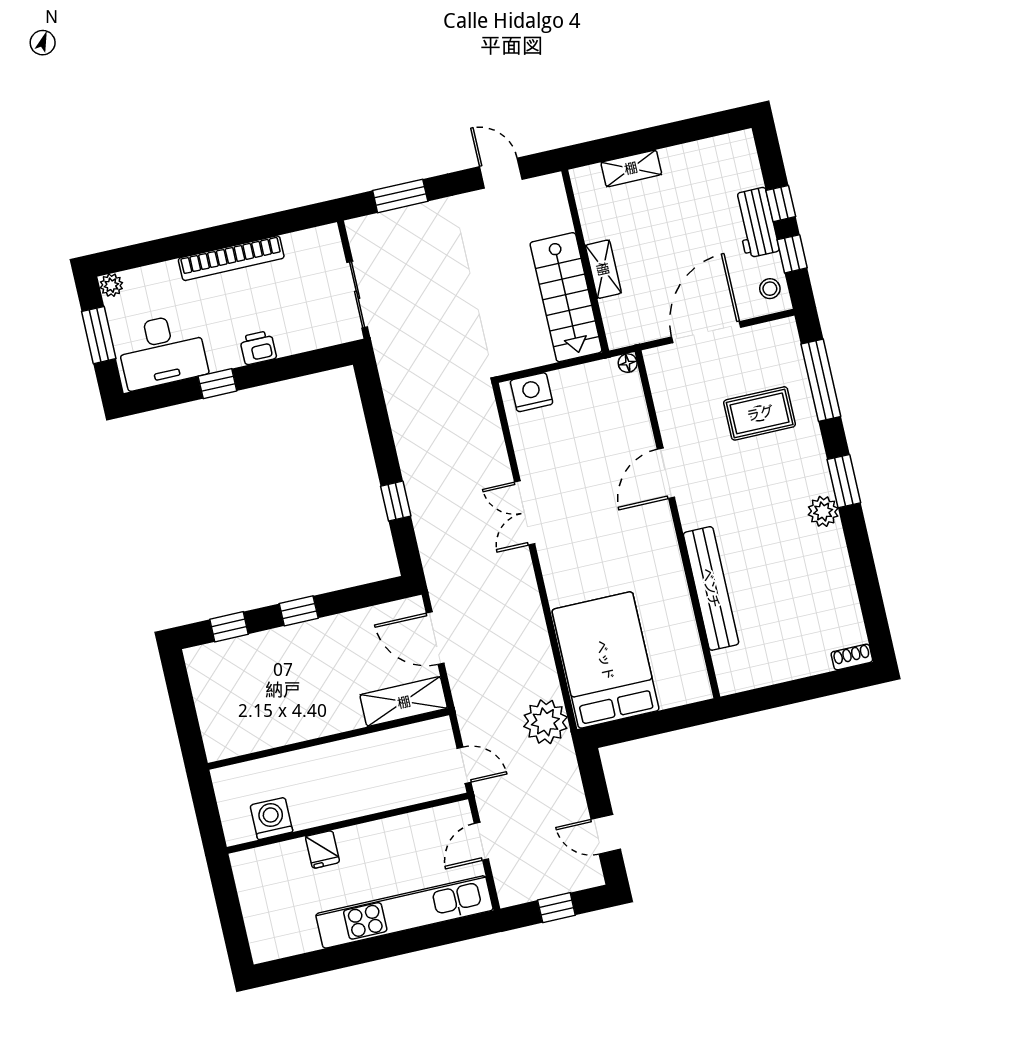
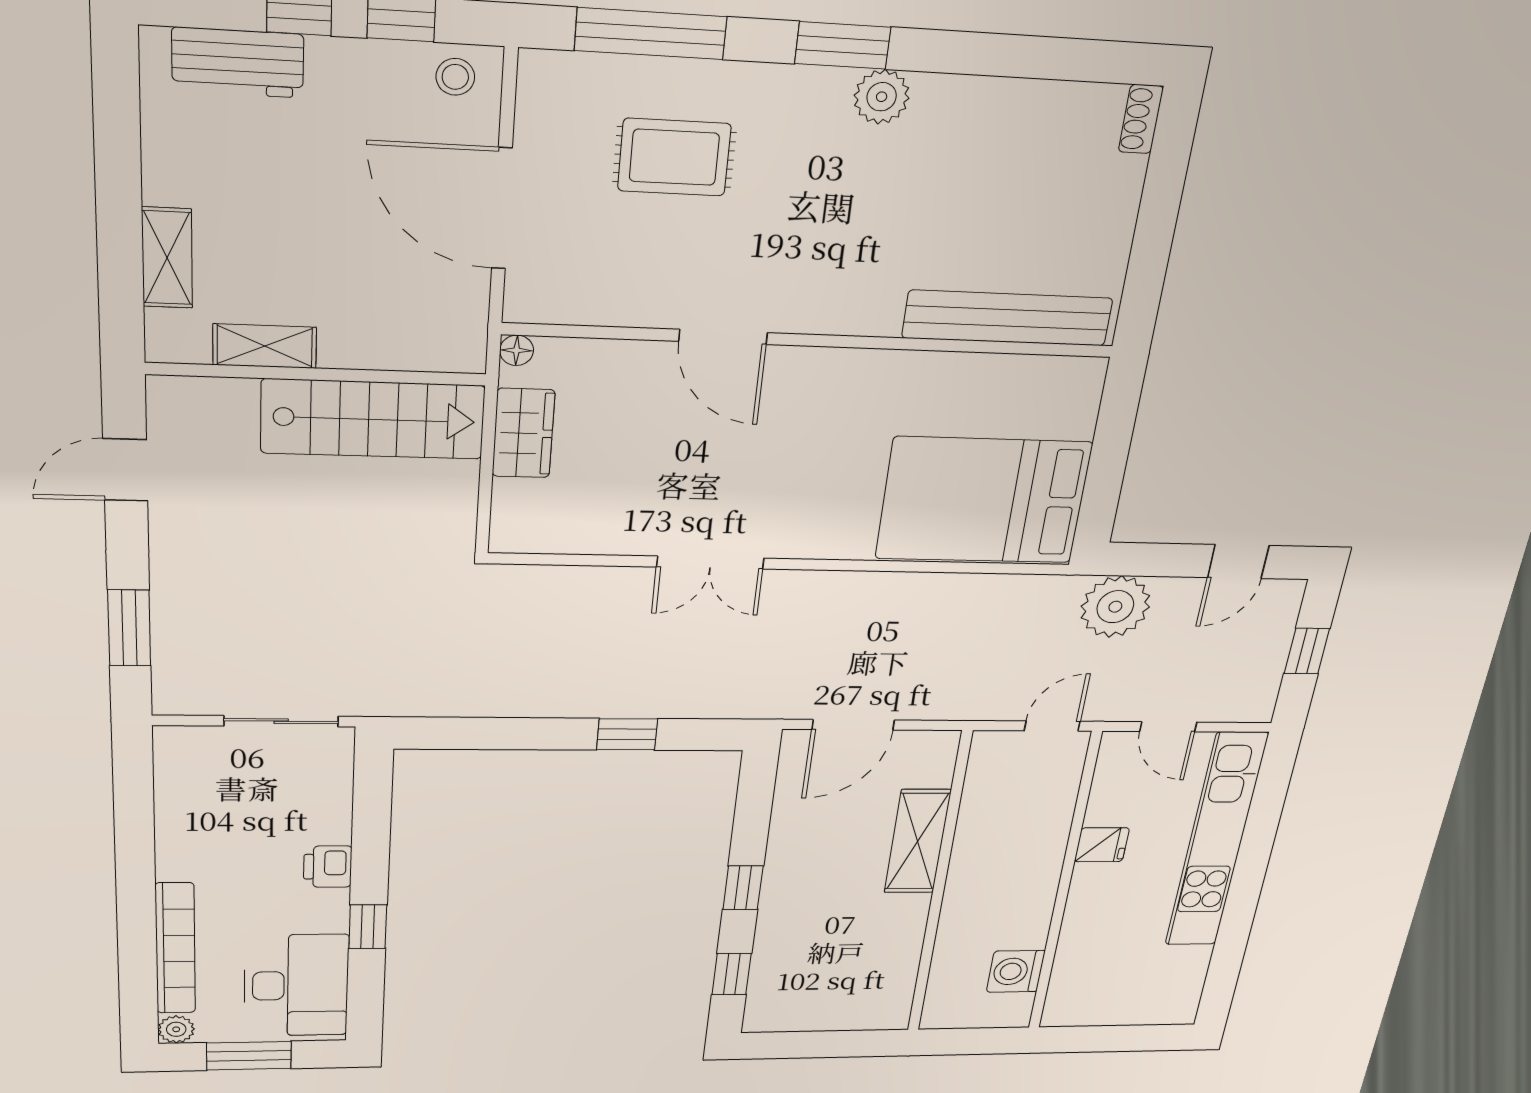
workbench: (756, 223) -> (238, 63), moved
bookcase: (231, 258) -> (175, 949), moved
shelving: (603, 269) -> (265, 346), moved
wardrobe: (579, 381) -> (523, 433), added
nightstand: (532, 392) -> (519, 508), removed
rug: (760, 413) -> (674, 157), turned 90
bench: (711, 588) -> (1008, 318), moved
shelving: (404, 702) -> (918, 841), moved
plant: (545, 722) -> (1115, 607), moved
fridge: (323, 849) -> (1102, 845), moved

